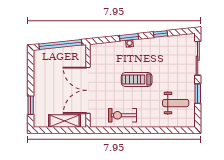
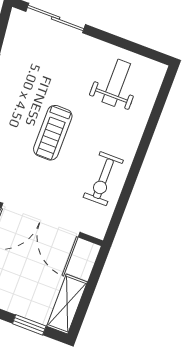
window: (198, 94) -> (114, 40), removed
shelving: (64, 121) -> (67, 304), moved

